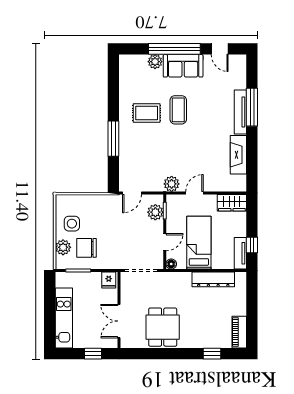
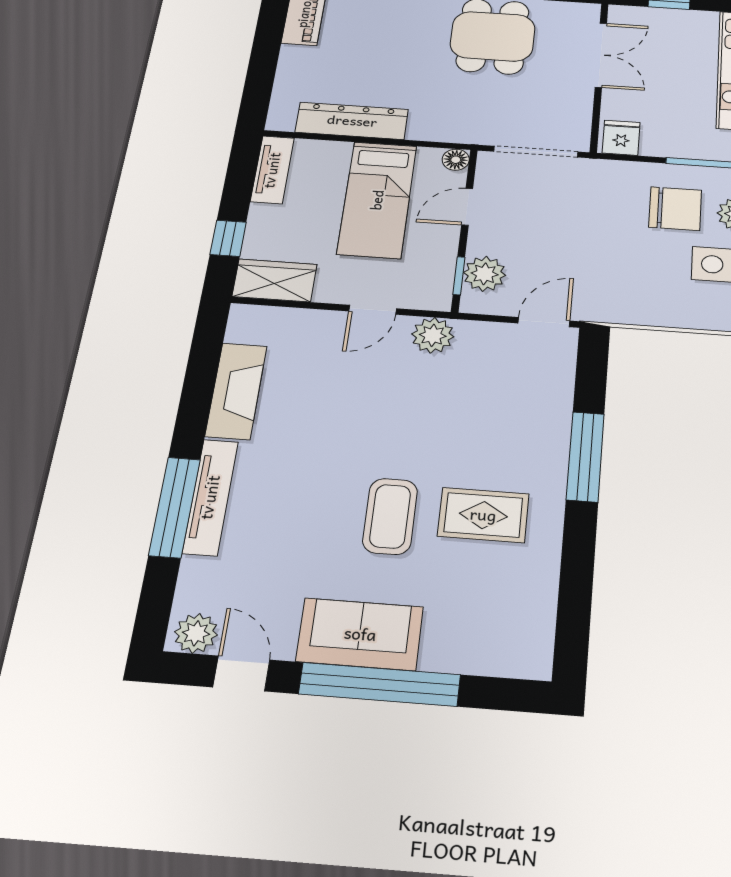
plant: (155, 62) -> (196, 633), moved
window: (252, 245) -> (228, 238), moved

